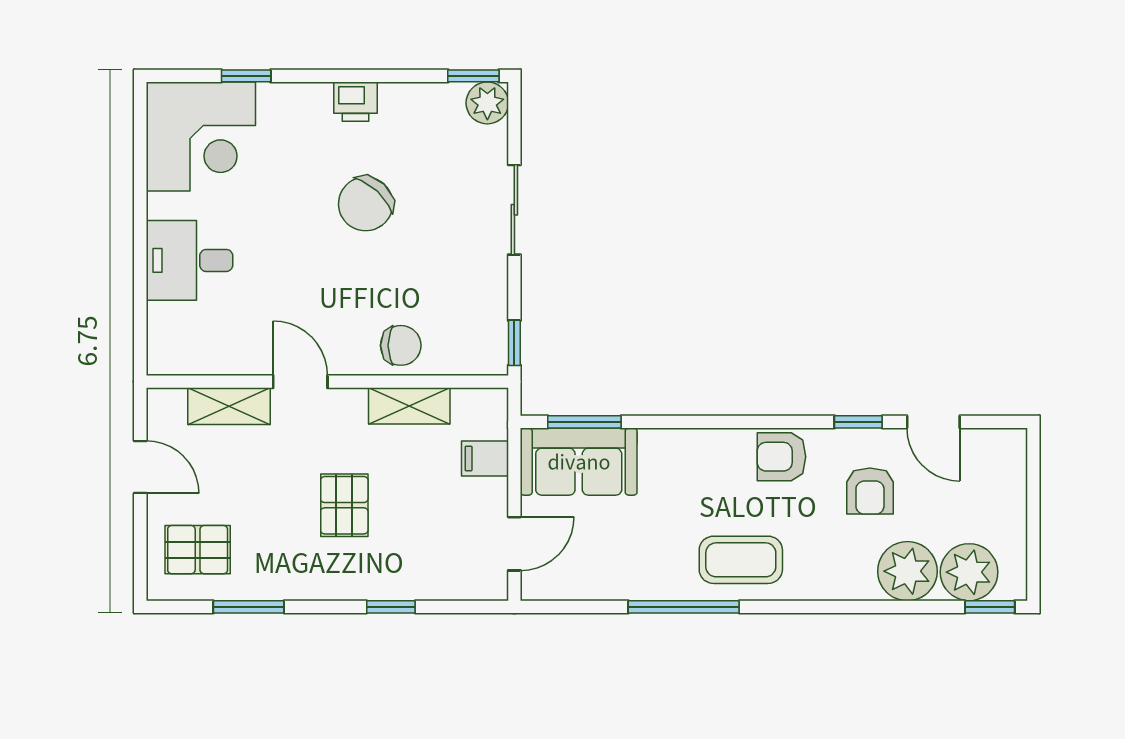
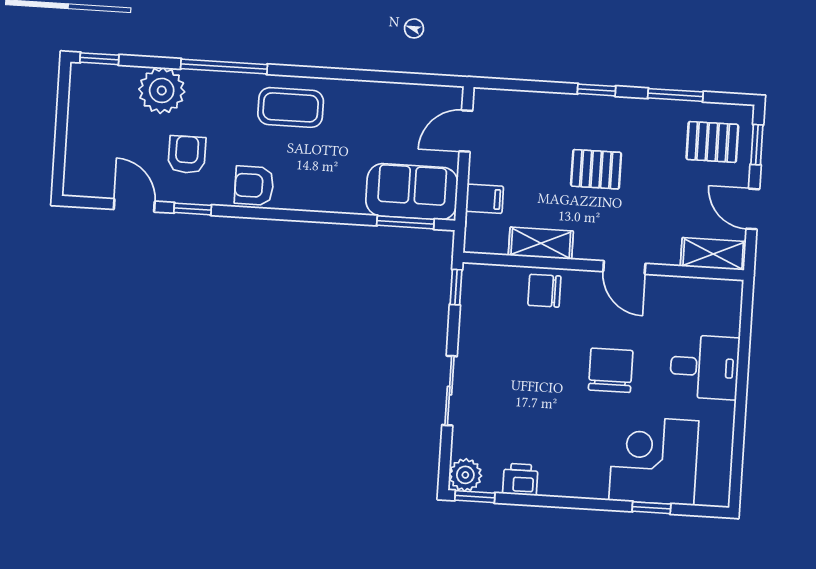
printer: (355, 102) -> (520, 479), moved
corner desk: (201, 137) -> (654, 461), moved
chair: (366, 204) -> (611, 370), moved, turned -43
shelving: (229, 406) -> (713, 254), moved
armchair: (781, 457) -> (254, 186), turned 180
pallet: (344, 505) -> (596, 169), turned 90
window: (140, 550) -> (757, 145), added
plant: (969, 572) -> (114, 87), removed
window: (391, 607) -> (596, 90), moved
window: (684, 607) -> (224, 67), moved

